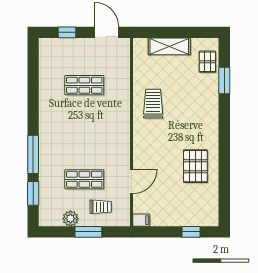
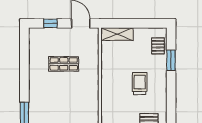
shelving: (169, 46) -> (117, 34), moved
trolley: (153, 104) -> (140, 84), moved

